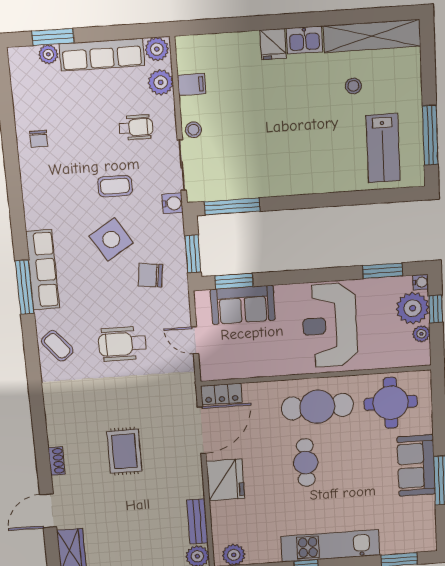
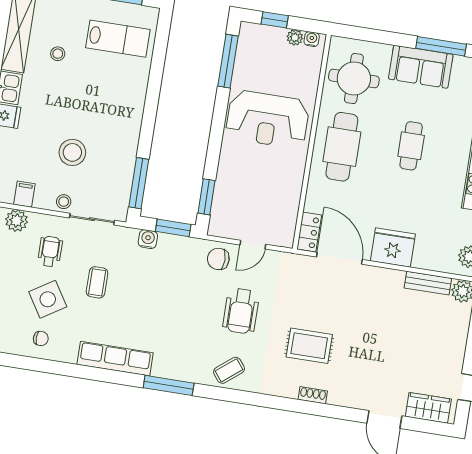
stool: (249, 127) -> (72, 152), added
water cooler: (172, 203) -> (148, 239), moved
side table: (111, 239) -> (48, 299), moved
row of seats: (43, 270) -> (115, 359), moved
window: (383, 271) -> (228, 61), width x1.44
chair: (150, 275) -> (218, 259), moved, turned 83
water cooler: (421, 282) -> (312, 39), moved
sofa: (243, 305) -> (230, 194), removed
plant: (413, 308) -> (269, 41), removed
rug: (124, 451) -> (309, 346), moved
shoe rack: (57, 461) -> (313, 395), moved
cafe table: (306, 463) -> (411, 146), moved, turned 90

